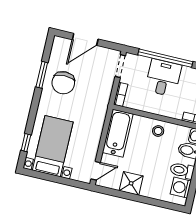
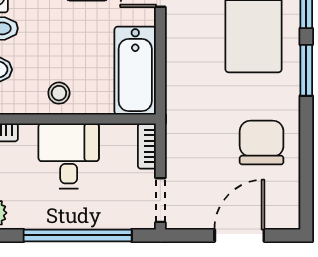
window: (42, 75) -> (306, 70), moved
desk: (163, 78) -> (69, 156), moved, turned 180

